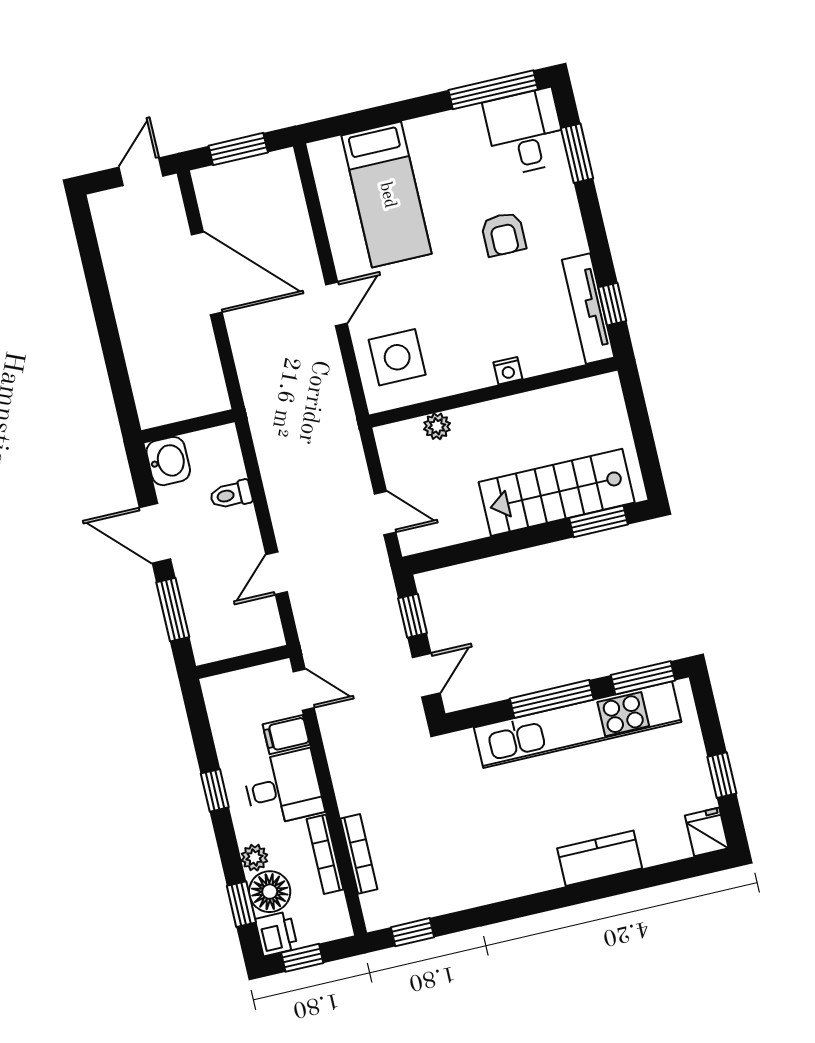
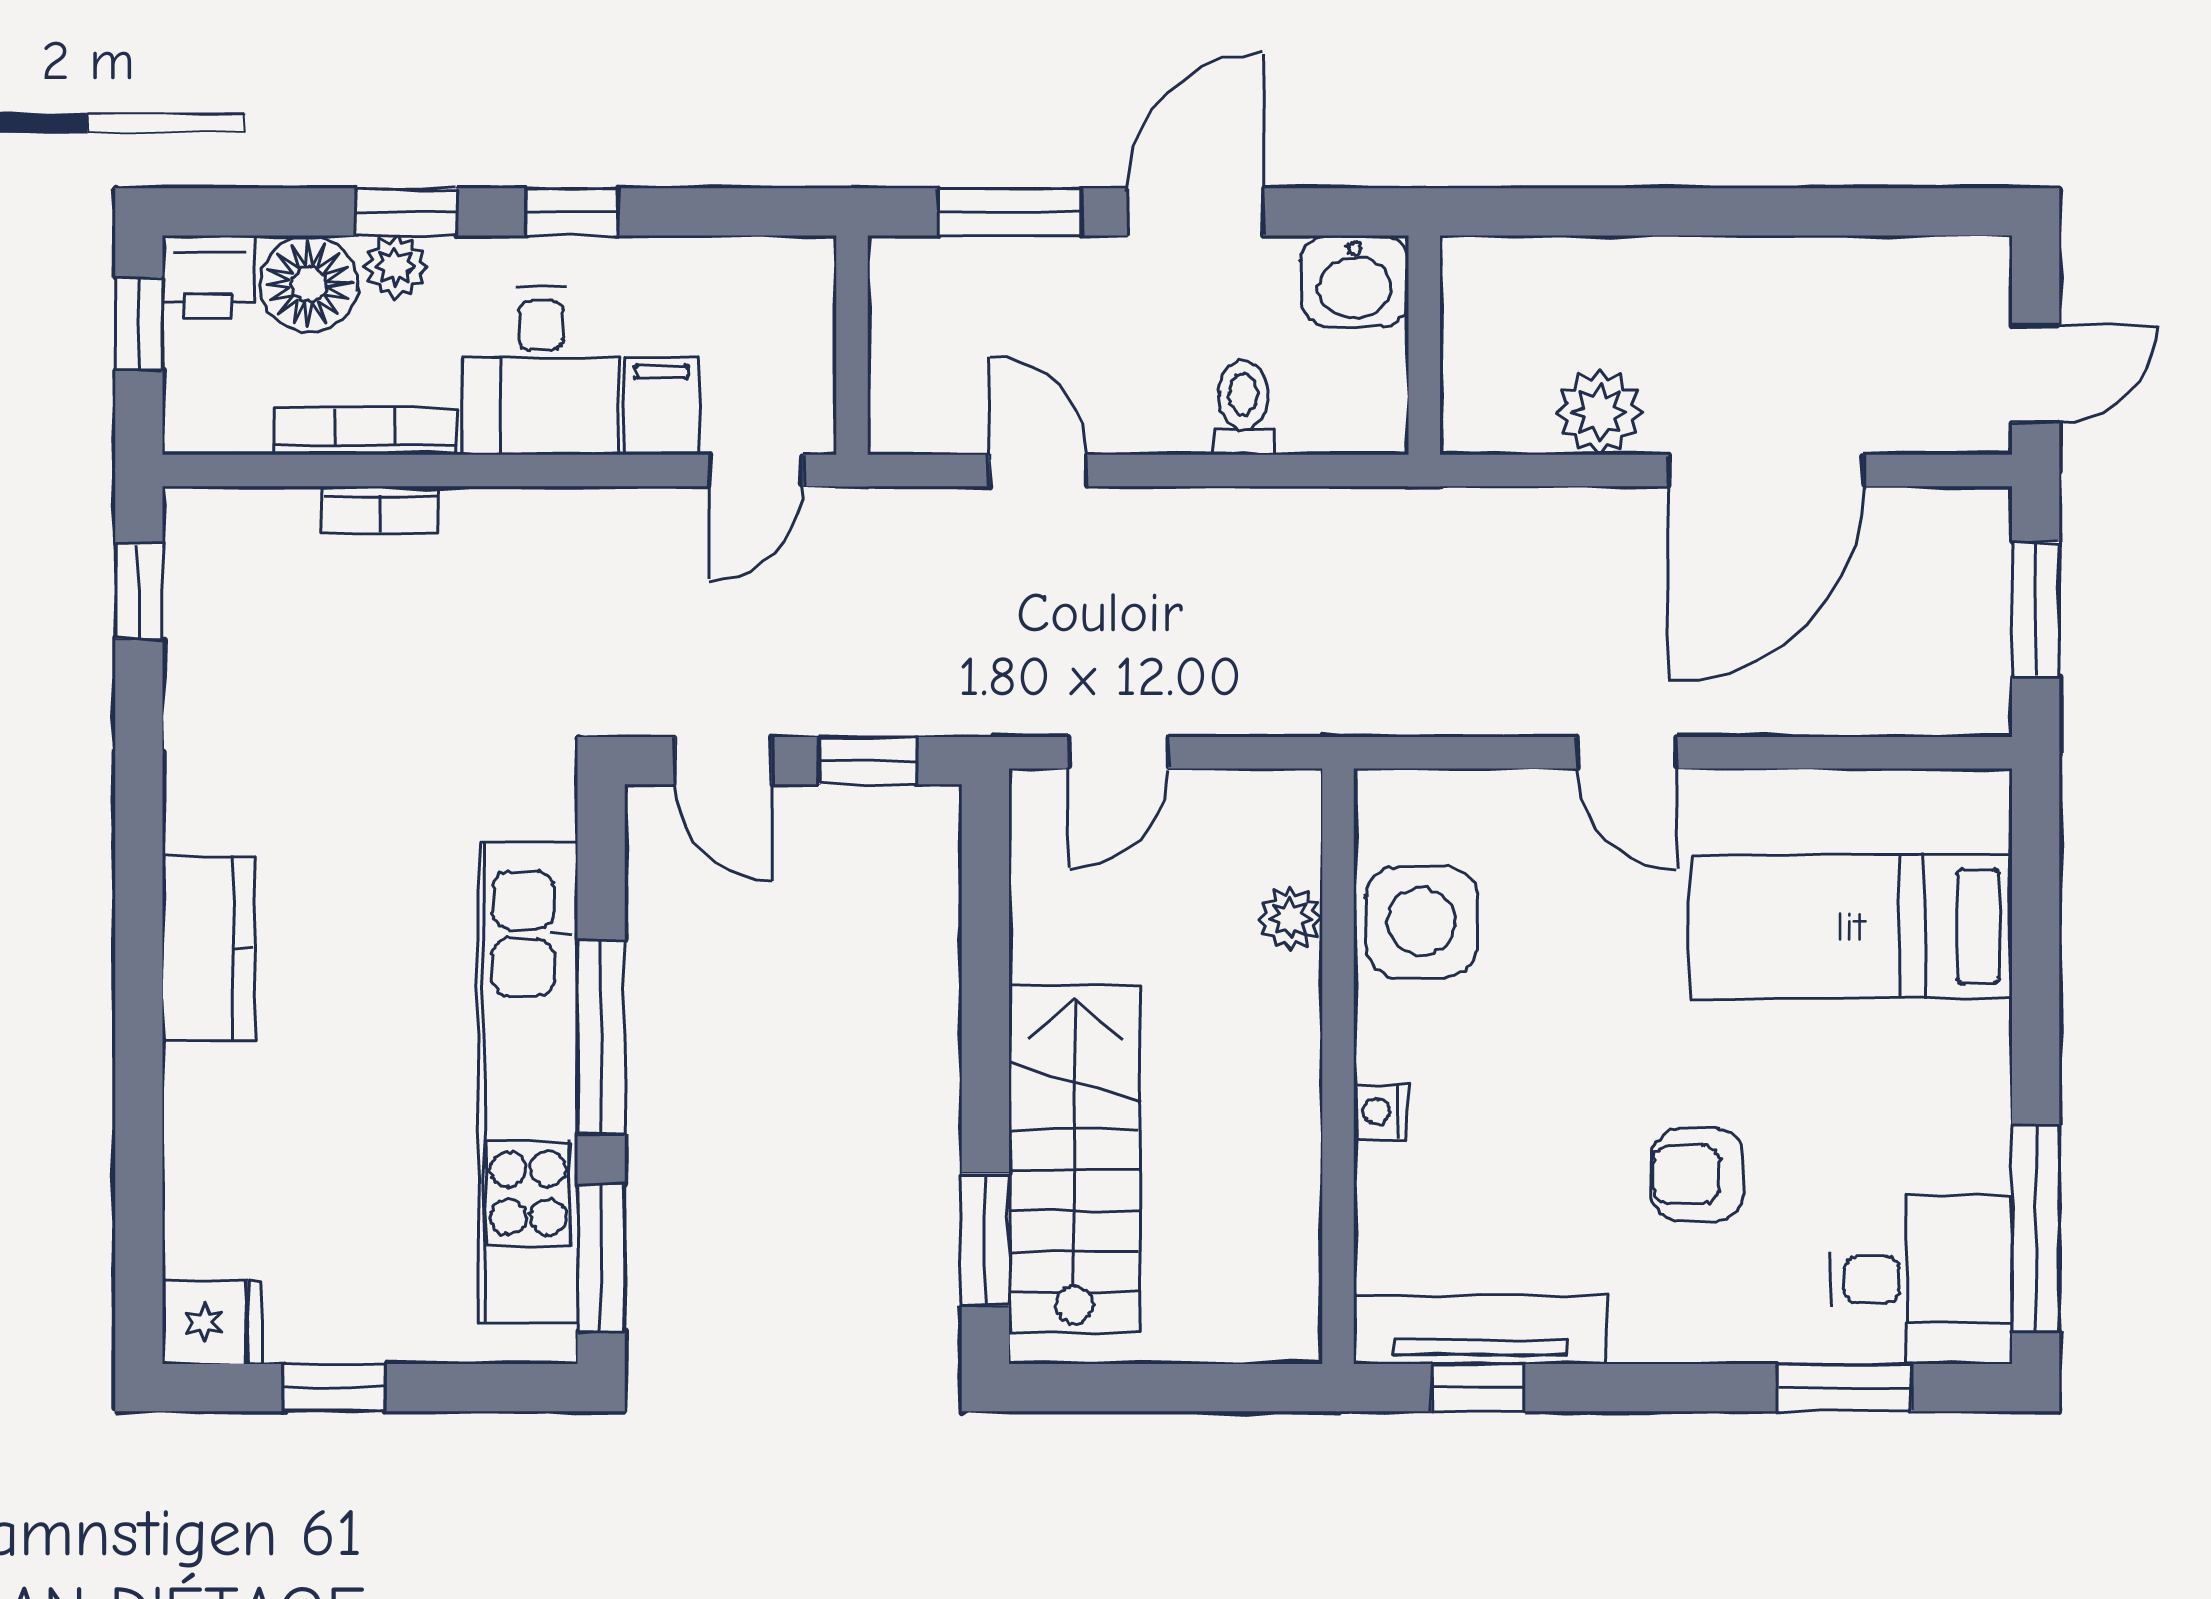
door: (141, 172) -> (2036, 373), hinge flipped
plant: (199, 348) -> (1599, 412), added
side table: (397, 357) -> (1422, 922), moved
bookcase: (359, 854) -> (381, 510), width x0.64
kitchen counter: (600, 858) -> (209, 949), moved
window: (241, 904) -> (406, 212), moved

